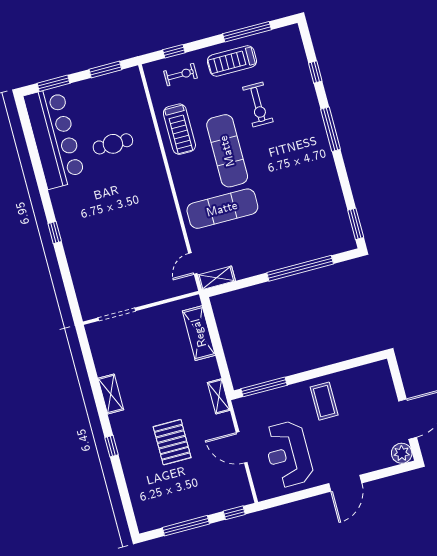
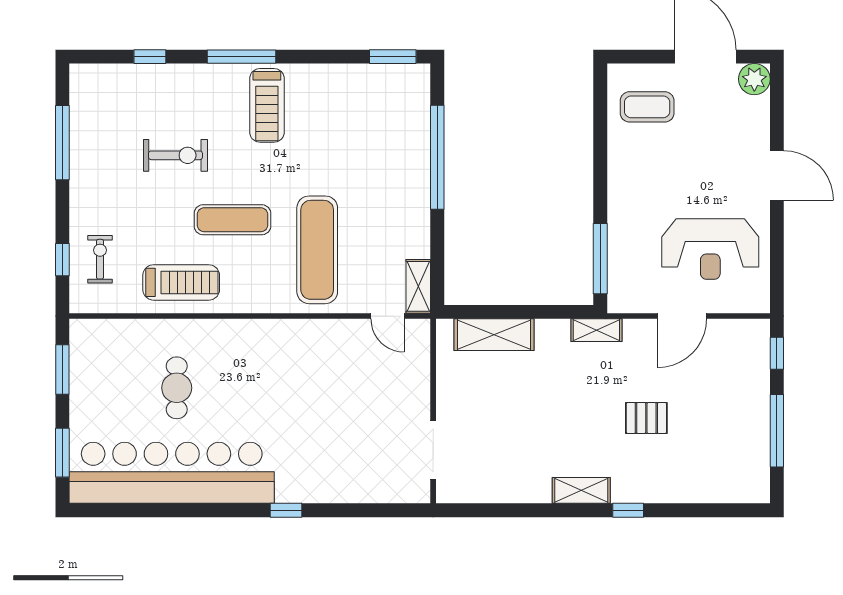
treadmill: (232, 61) -> (267, 105), moved
bar counter: (54, 138) -> (172, 473), width x1.36
exercise mat: (227, 151) -> (232, 220), width x0.73, depth x0.69
shelving: (111, 394) -> (581, 490), moved
coffee table: (324, 401) -> (647, 107), moved
pallet: (172, 442) -> (646, 418), width x0.67, depth x0.71

